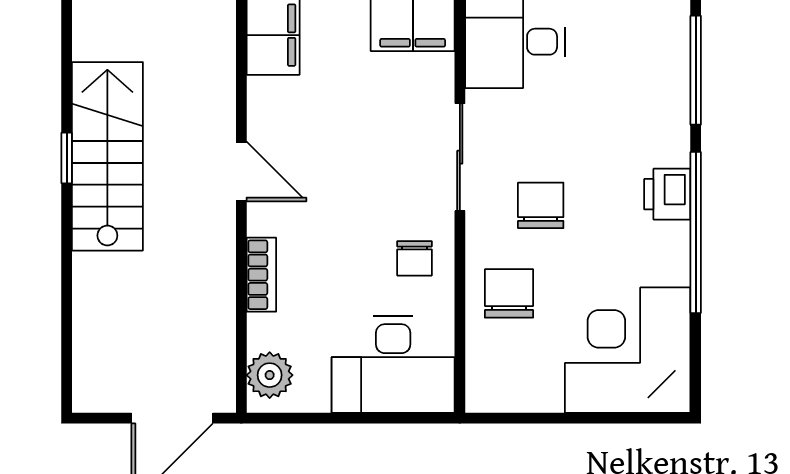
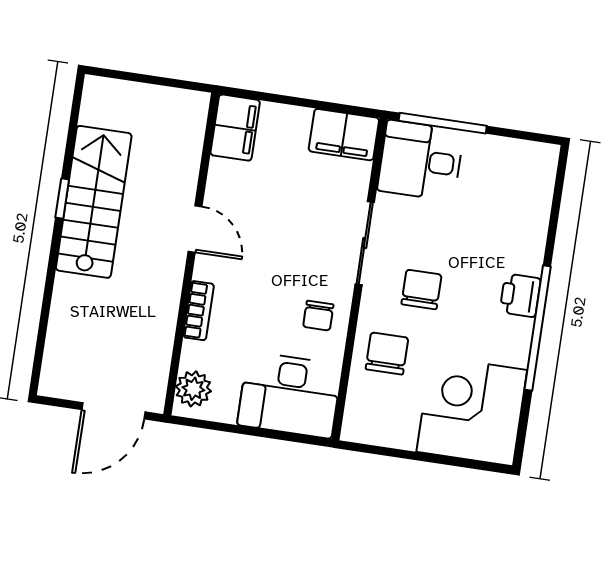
window: (696, 70) -> (556, 203), removed

